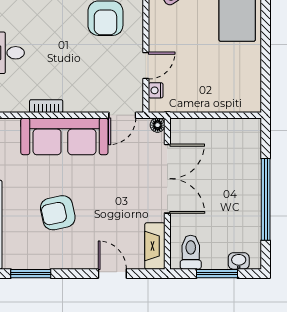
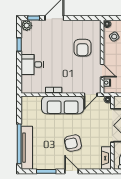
door: (146, 66) -> (102, 71), hinge flipped
armchair: (58, 213) -> (73, 143), moved
door: (112, 274) -> (71, 171), moved

